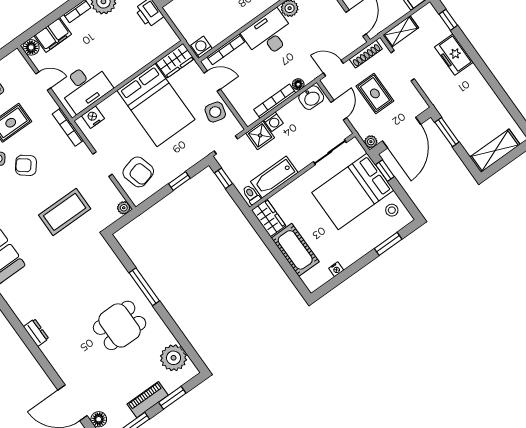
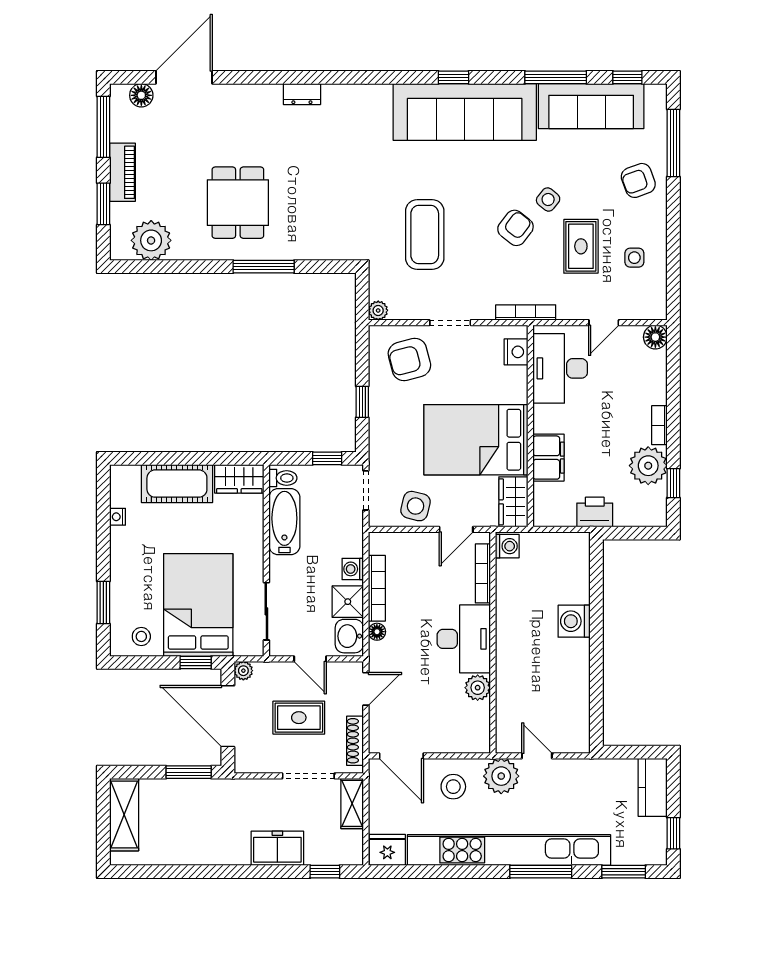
filing cabinet: (53, 35) -> (548, 458), moved, turned 180
shower: (260, 135) -> (348, 602), moved

